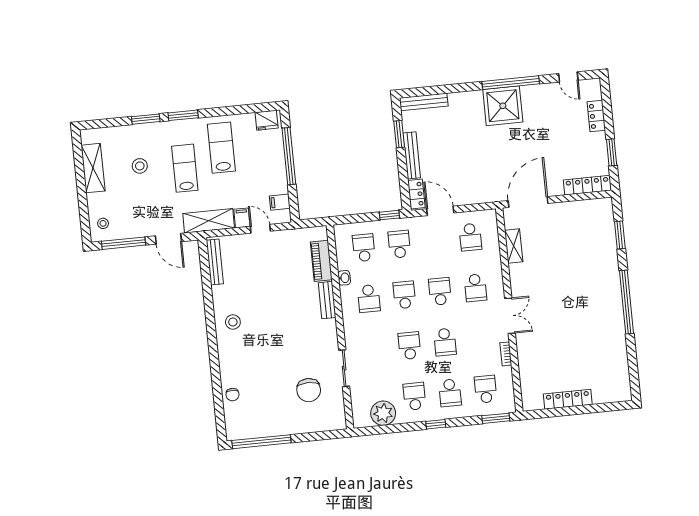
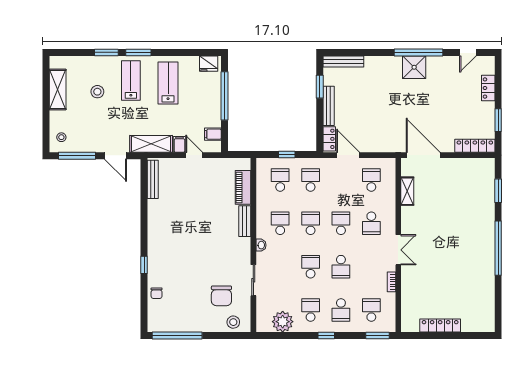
door: (568, 77) -> (468, 52), hinge flipped
shower: (503, 106) -> (414, 67), width x0.73, depth x0.73
lab bench: (185, 168) -> (131, 81), moved
door: (528, 202) -> (423, 155), hinge flipped
window: (389, 215) -> (287, 154), moved
school desk: (470, 237) -> (371, 180), turned 180
washbasin: (344, 278) -> (261, 245), moved
school desk: (369, 298) -> (280, 223), turned 180
stool: (233, 322) -> (233, 322), moved
window: (214, 363) -> (144, 265), added

